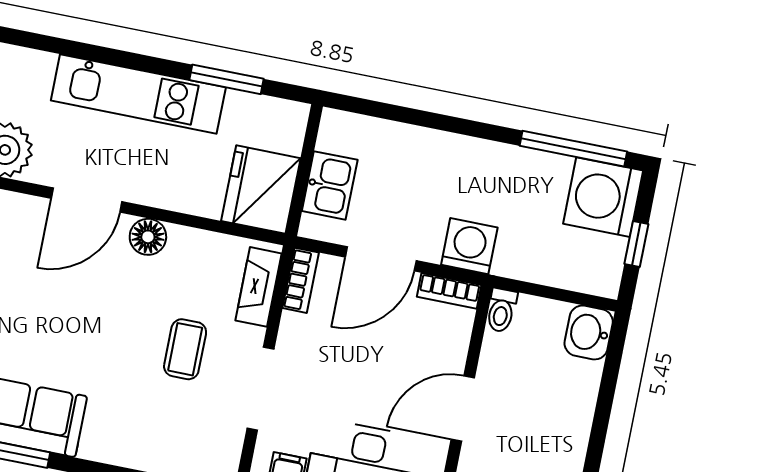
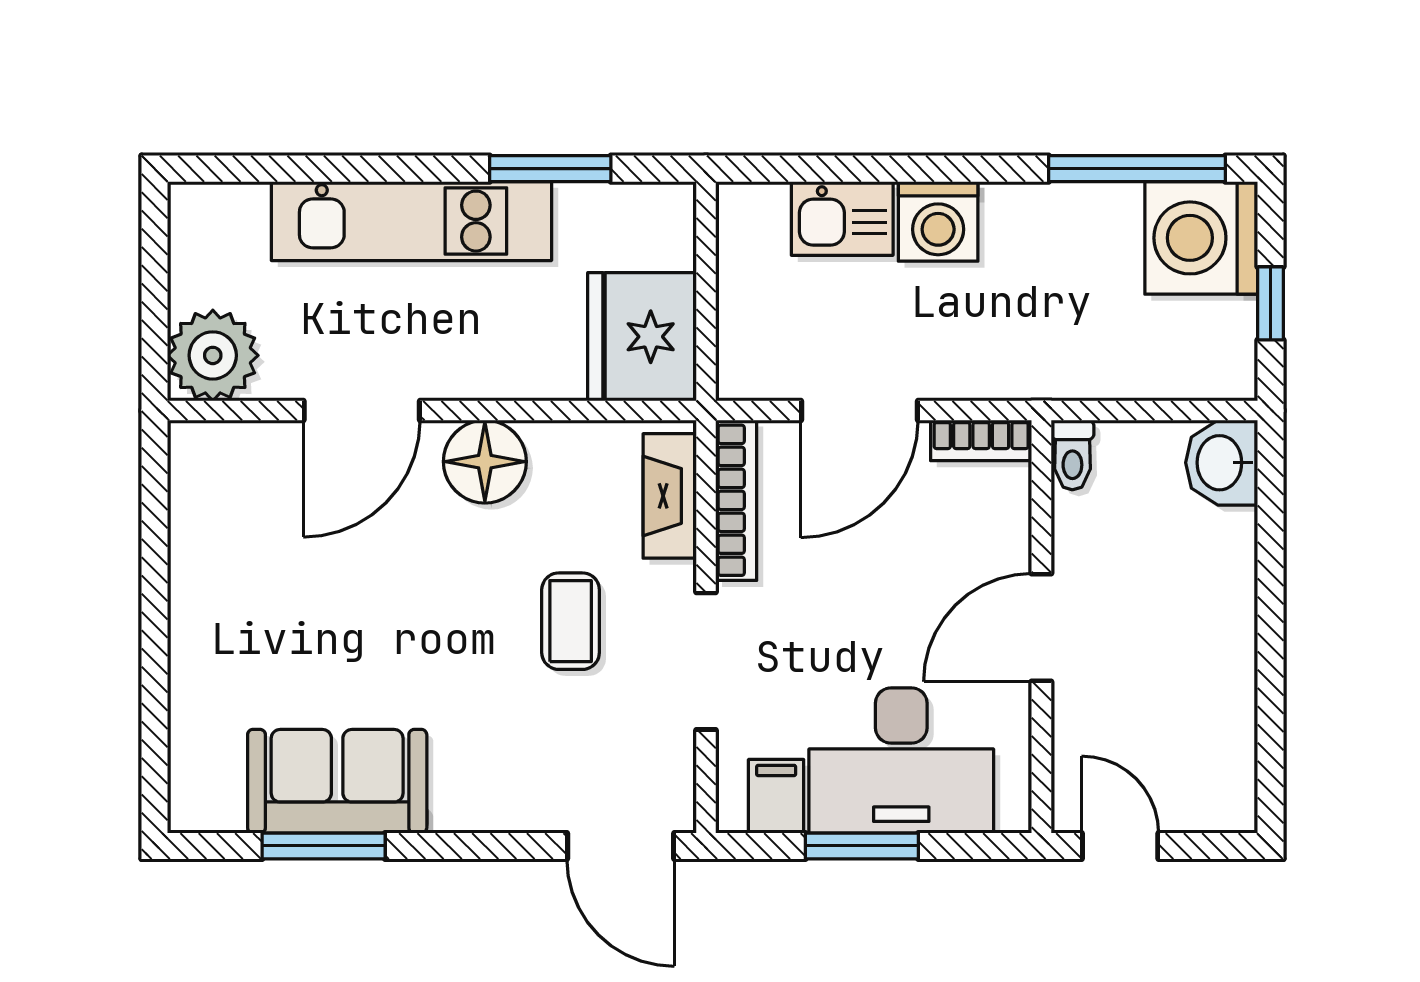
kitchen sink: (330, 185) -> (842, 218), moved, turned 90
floor lamp: (148, 237) -> (485, 462), width x1.38, depth x1.38
washing machine: (469, 246) -> (938, 221), moved, turned 180
bookcase: (301, 280) -> (736, 500), width x1.56

